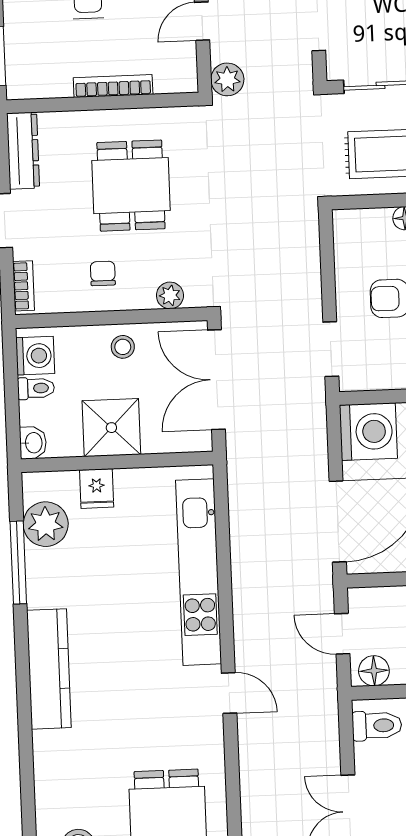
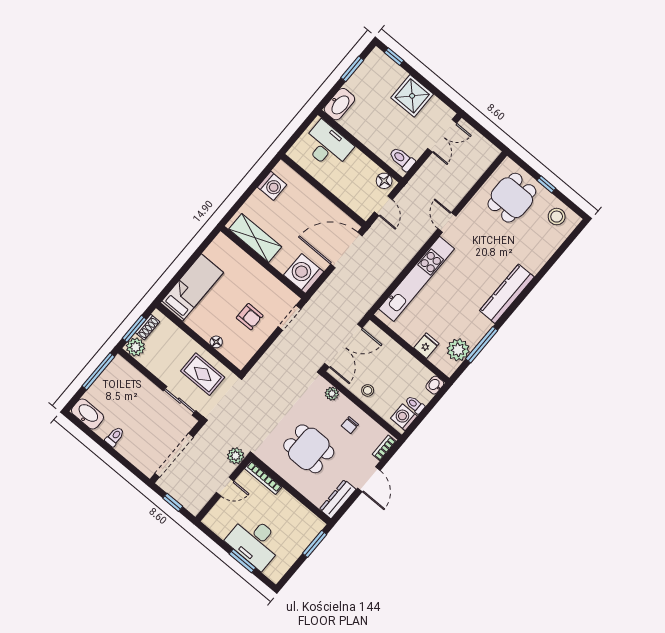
bookcase: (113, 86) -> (263, 478), moved
dining table: (131, 186) -> (309, 449), turned 90
shower: (111, 428) -> (400, 364), removed

